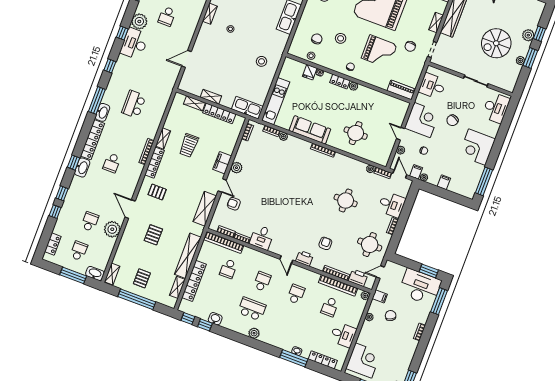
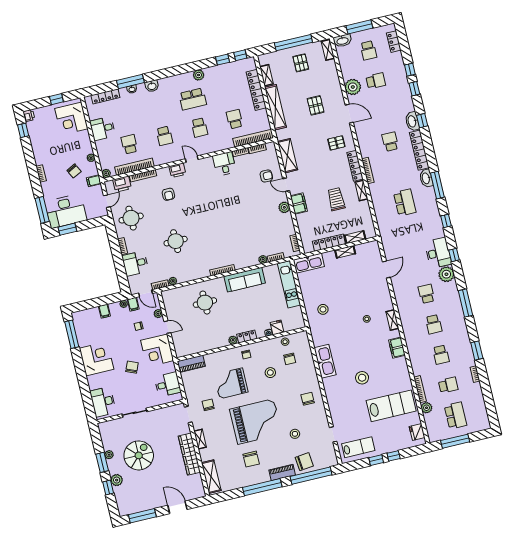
school desk: (90, 222) -> (376, 81), turned -90
washbasin: (215, 319) -> (152, 86), moved
plant: (254, 333) -> (199, 75), moved

